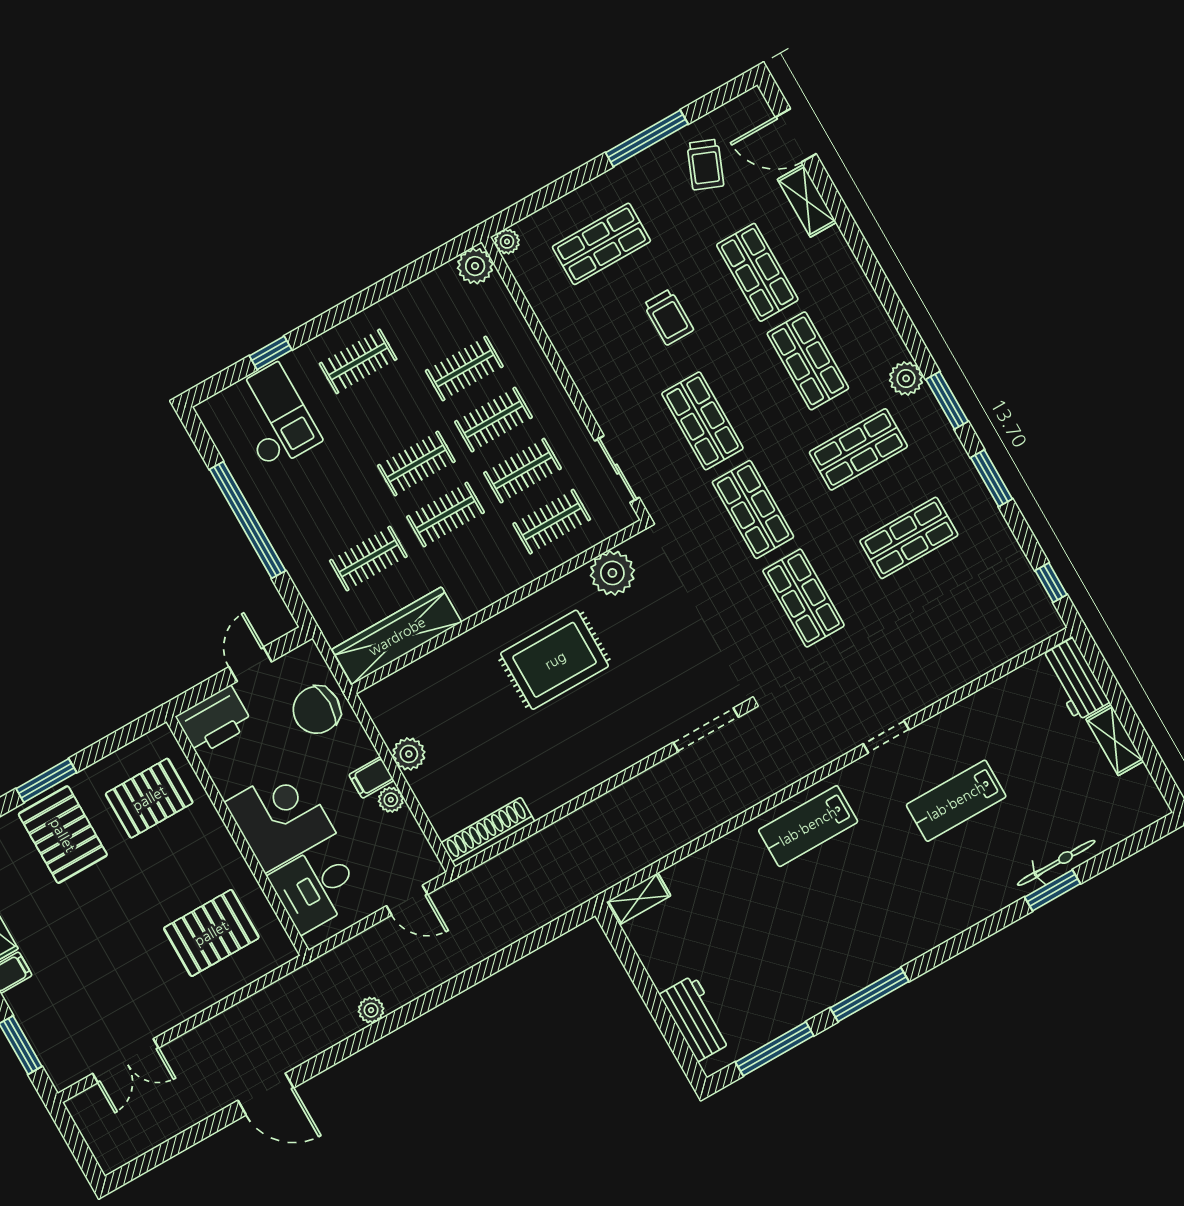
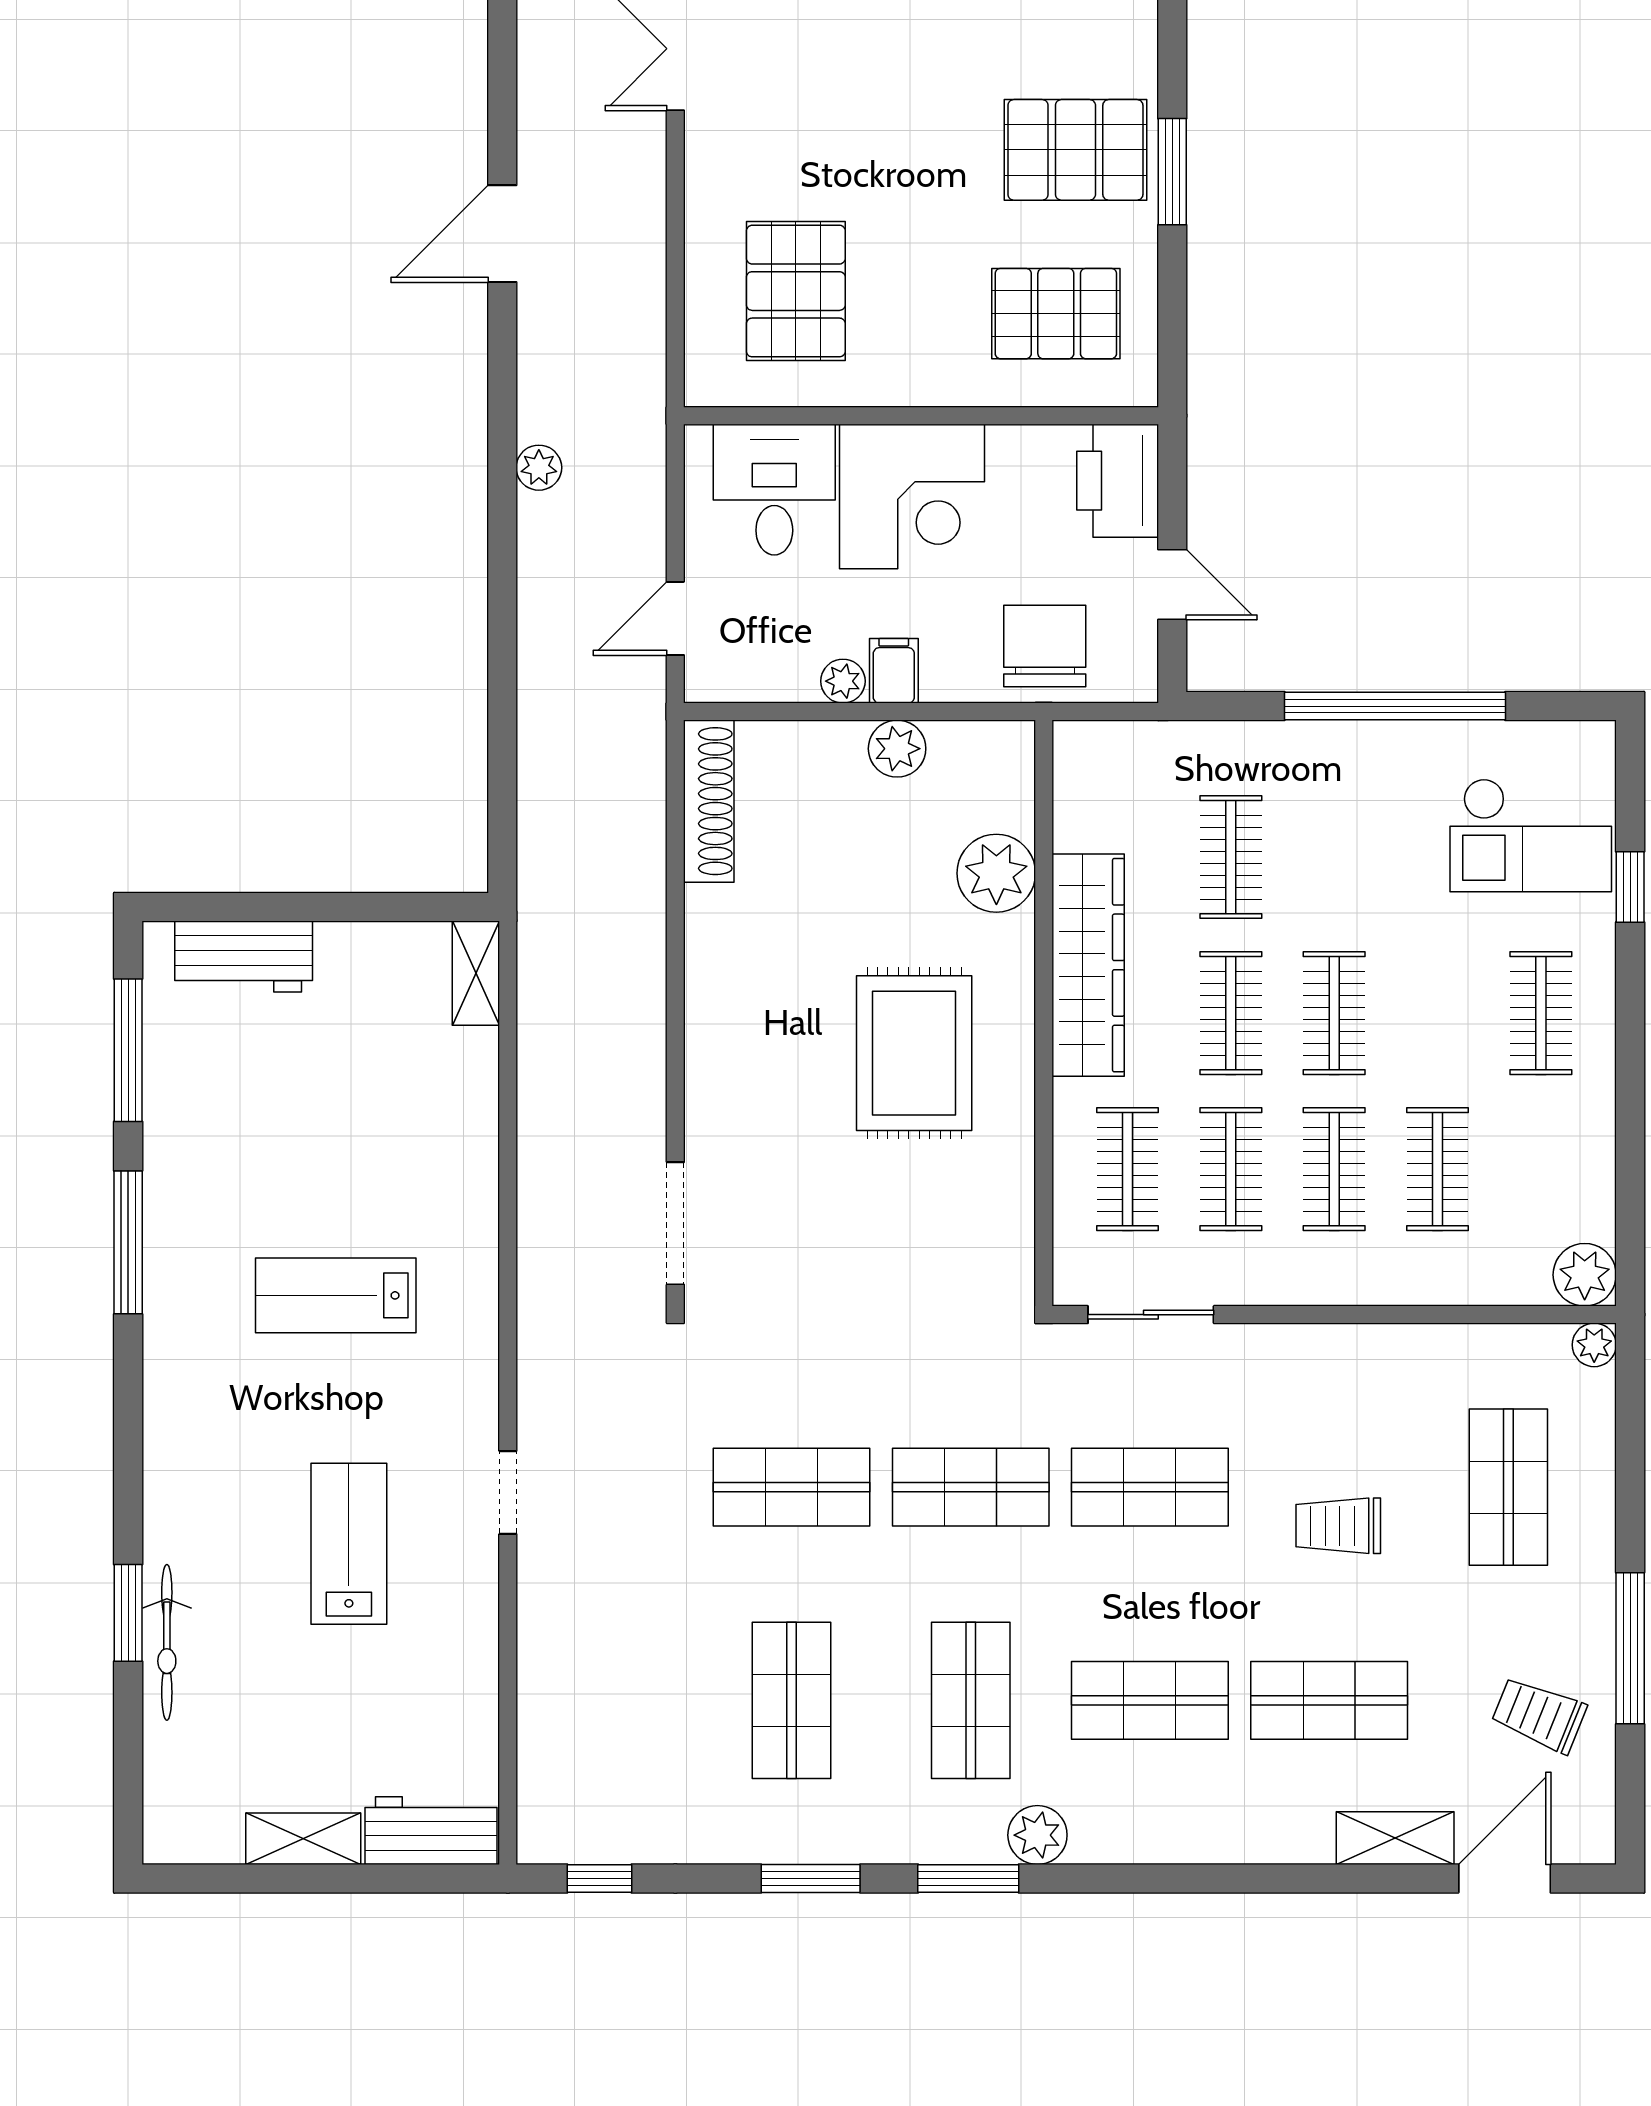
plant: (612, 573) -> (996, 873), moved
wardrobe: (397, 636) -> (1088, 965), moved
pallet: (149, 798) -> (1056, 314), turned 90
lab bench: (808, 826) -> (336, 1295), moved, turned -90

